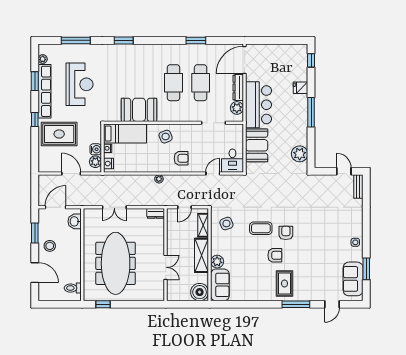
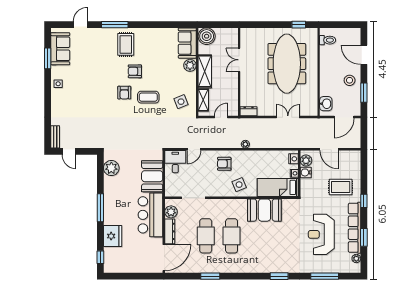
fridge: (301, 88) -> (113, 236), width x1.88, depth x1.34
rug: (59, 134) -> (341, 187), width x0.73, depth x0.70

